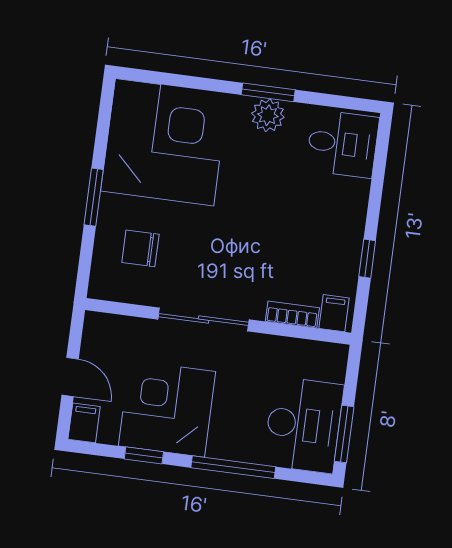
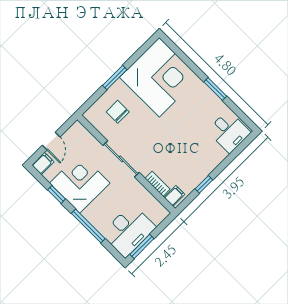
plant: (268, 115) -> (208, 98), removed

